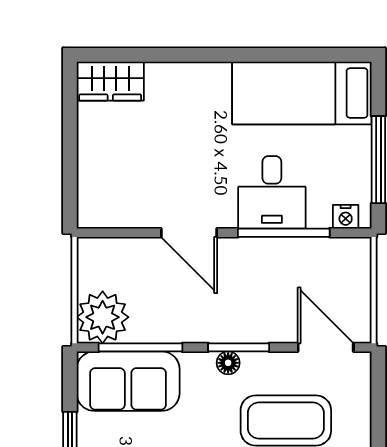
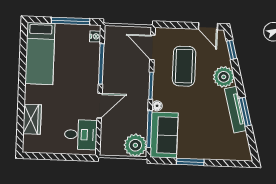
wardrobe: (110, 81) -> (32, 119), moved
desk: (272, 192) -> (81, 135), moved
door: (326, 347) -> (152, 47), hinge flipped
floor lamp: (228, 363) -> (157, 106), moved

